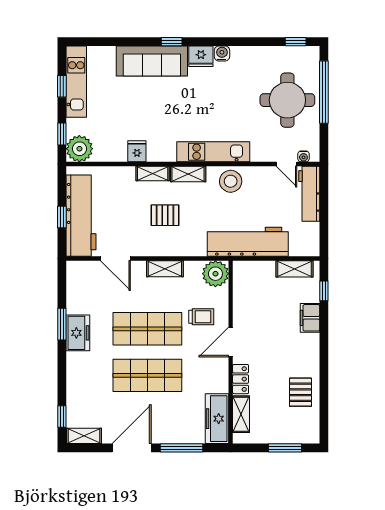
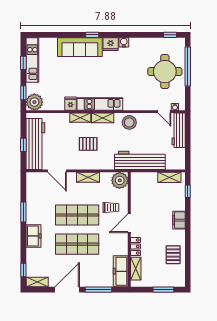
kitchen unit: (213, 152) -> (100, 104), moved
filing cabinet: (310, 318) -> (179, 220), moved
freezer: (78, 333) -> (33, 236), moved

